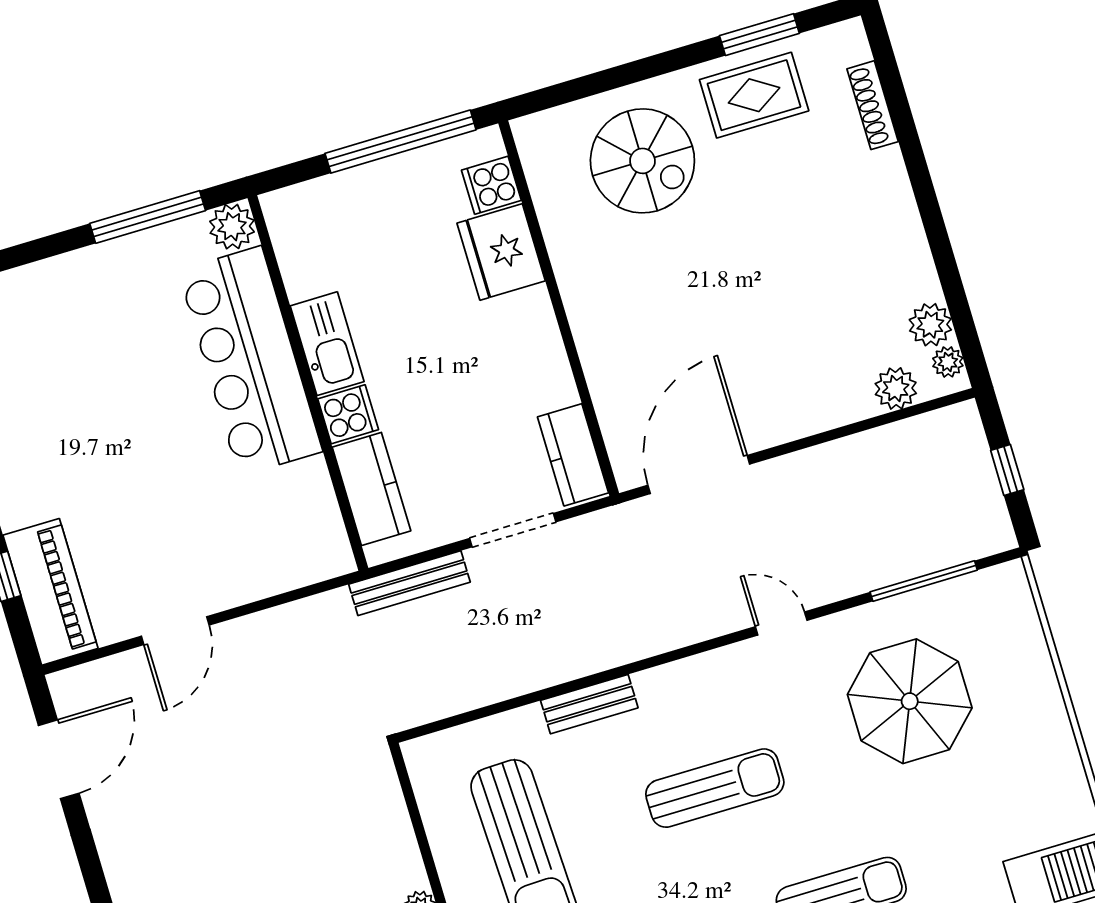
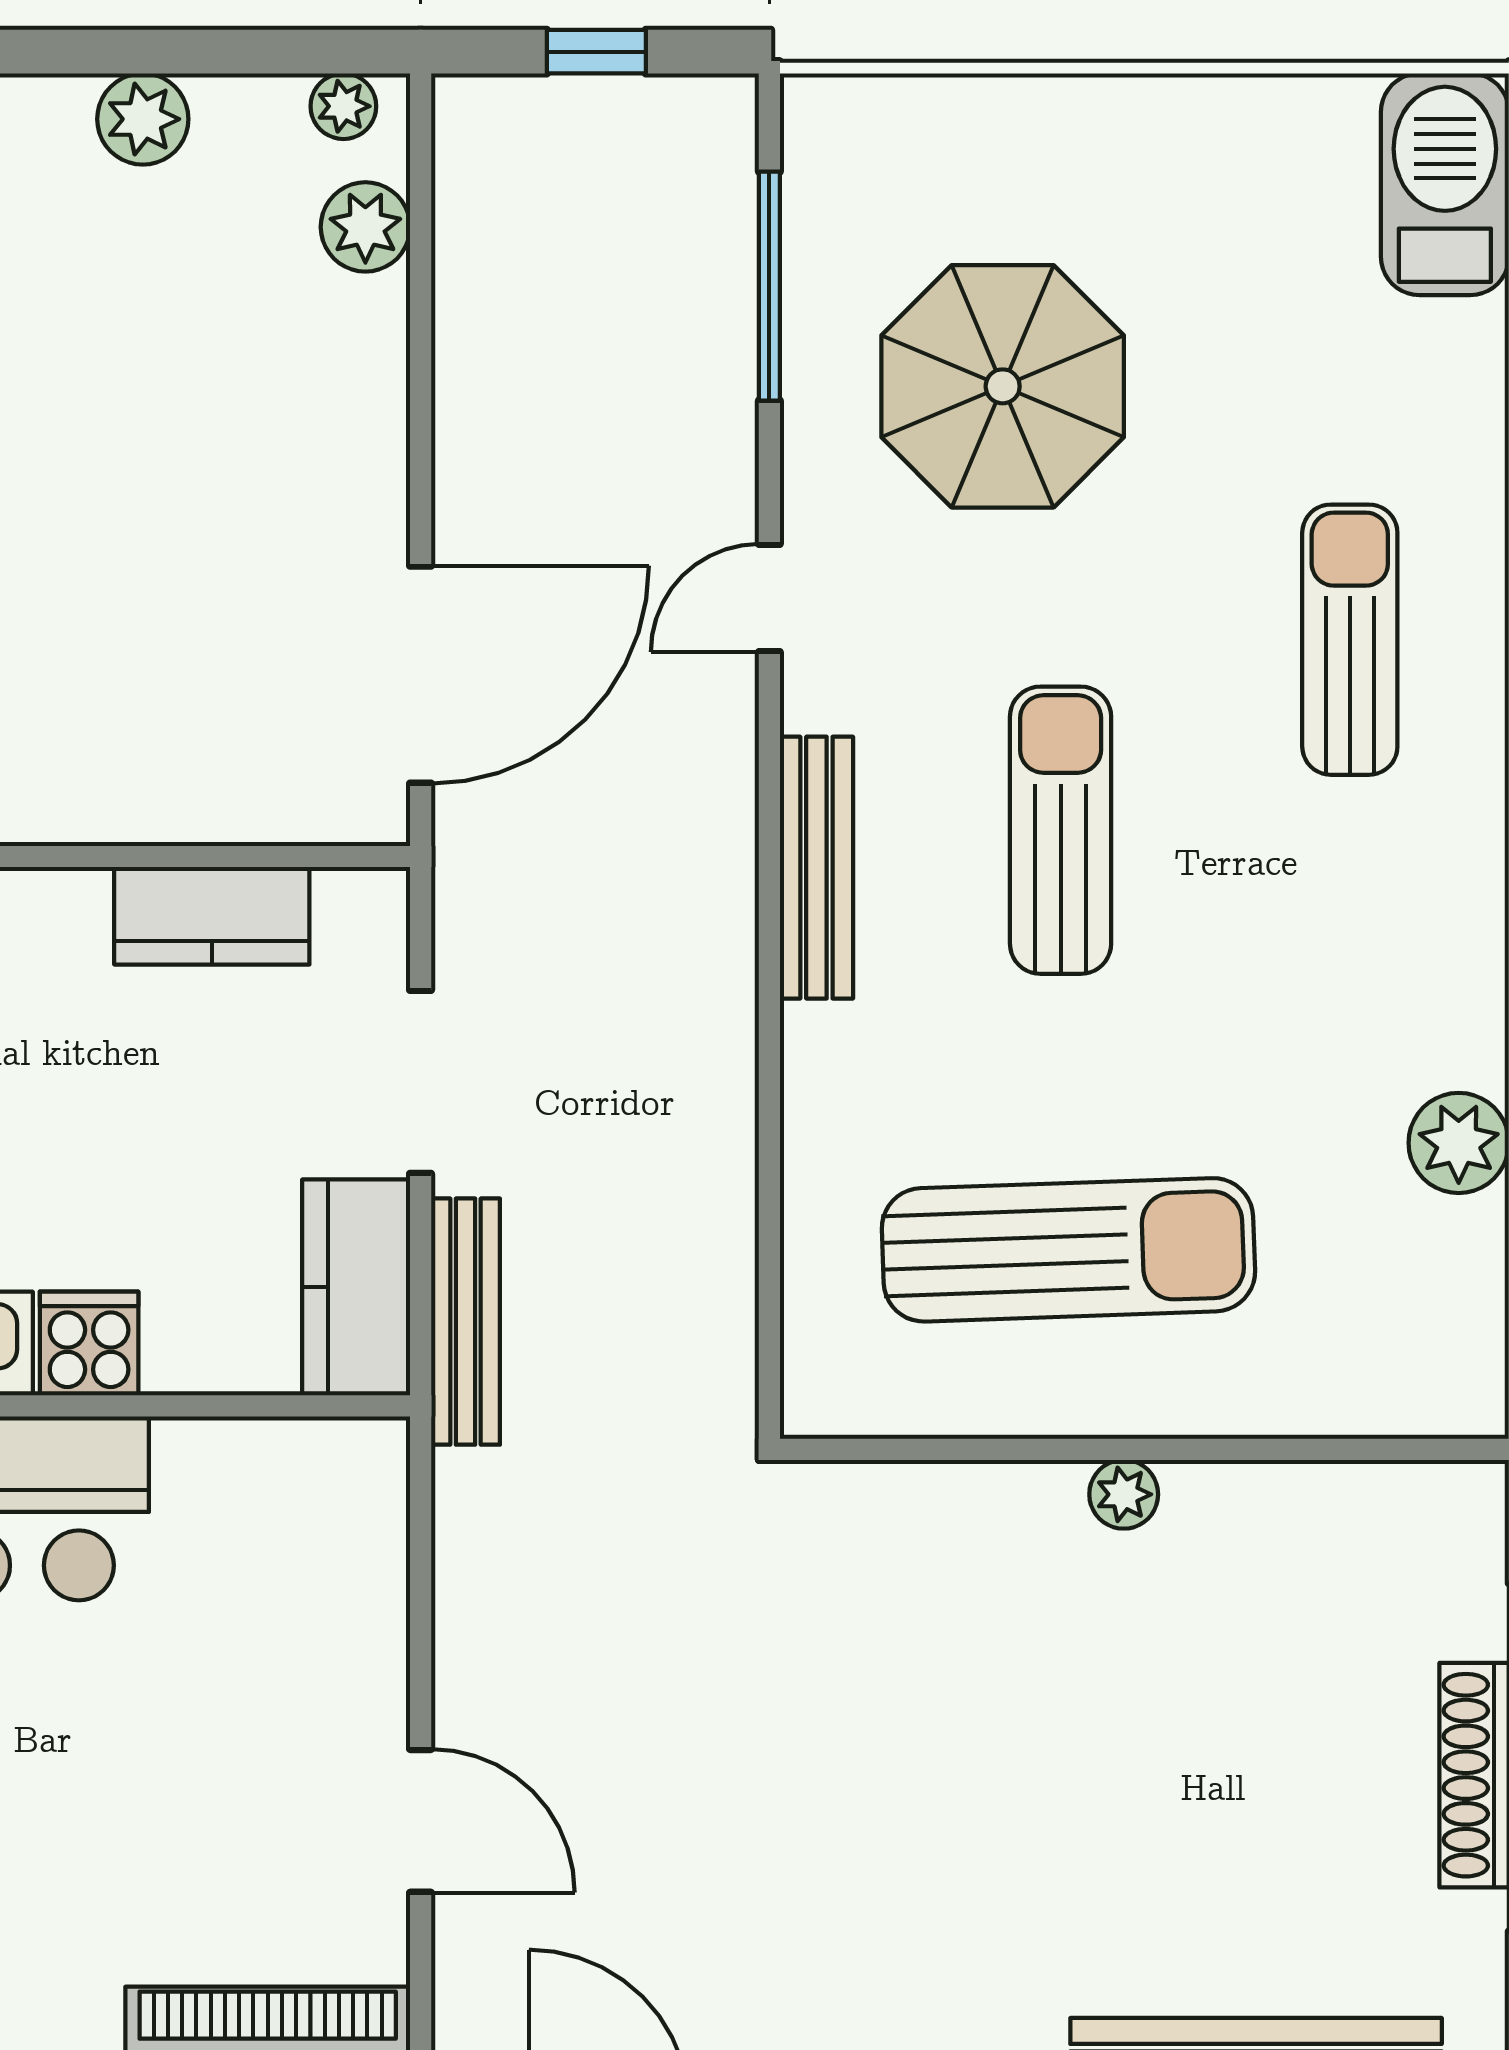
plant: (930, 325) -> (143, 119), moved
kitchen counter: (573, 455) -> (212, 916), moved
door: (699, 475) -> (421, 675), swing flipped
kitchen counter: (371, 489) -> (356, 1287), moved, turned -90
bench: (589, 704) -> (816, 868), moved, width x1.36

